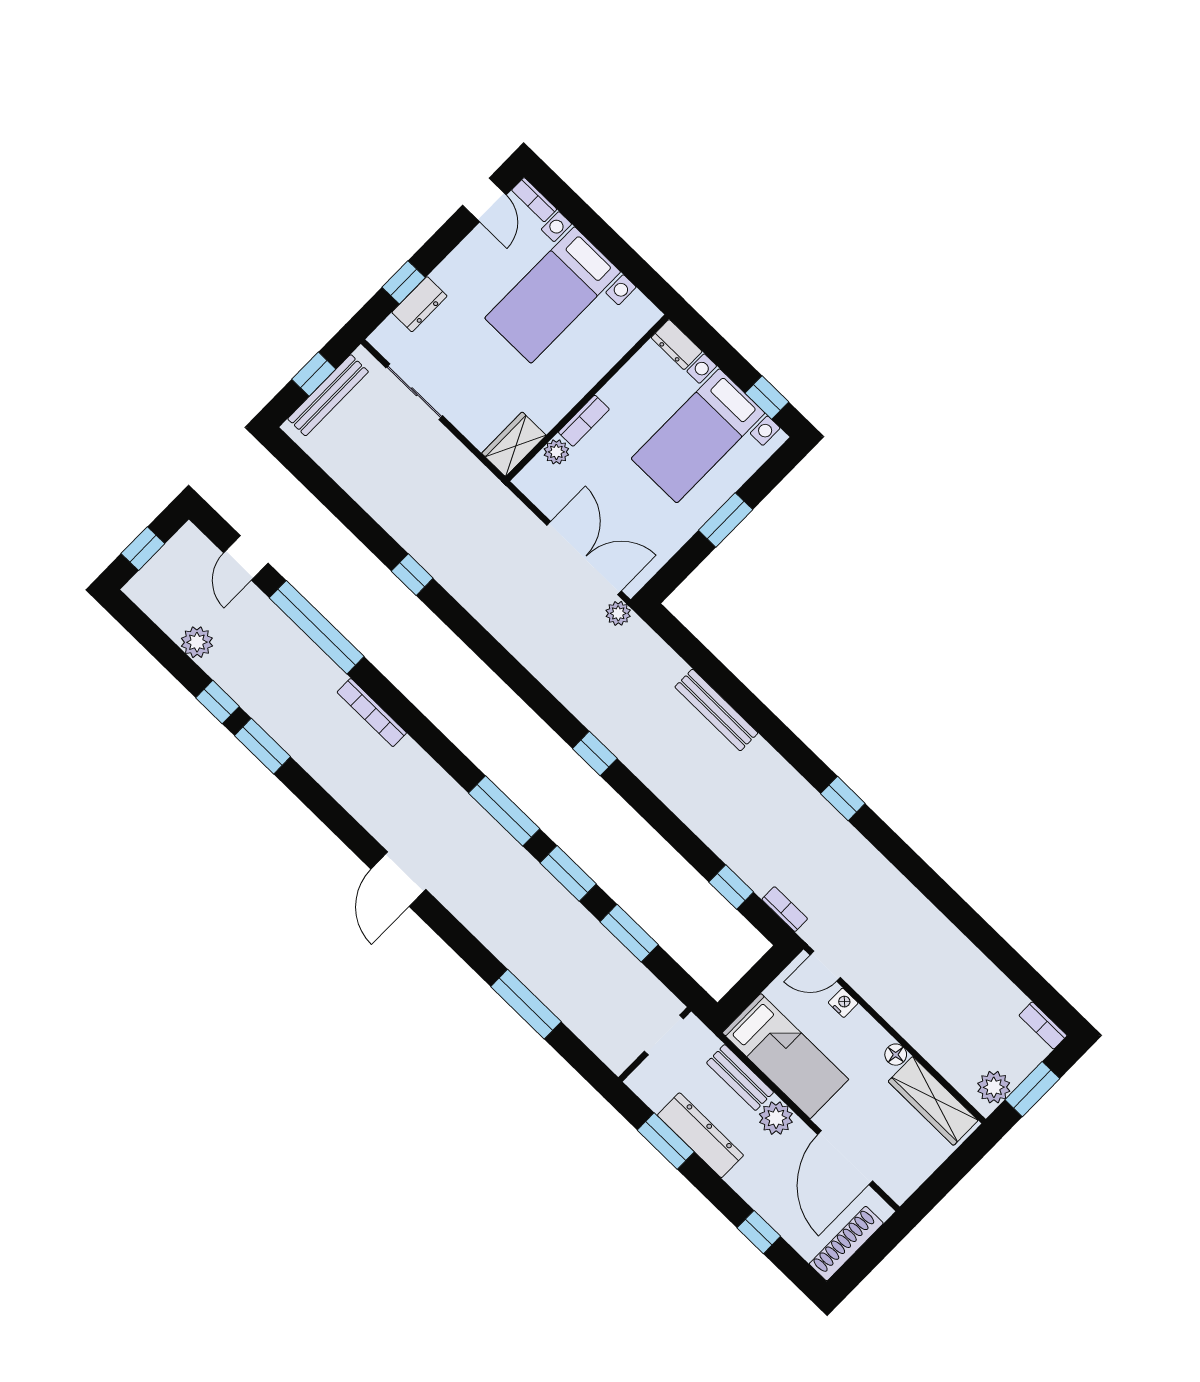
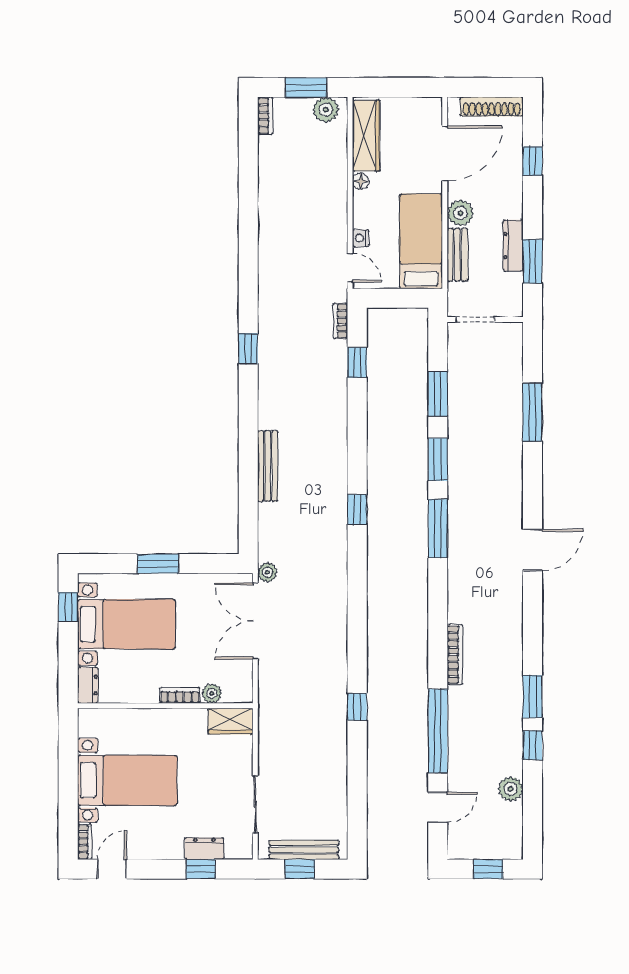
dresser: (700, 1135) -> (513, 245), width x0.73, depth x0.80

